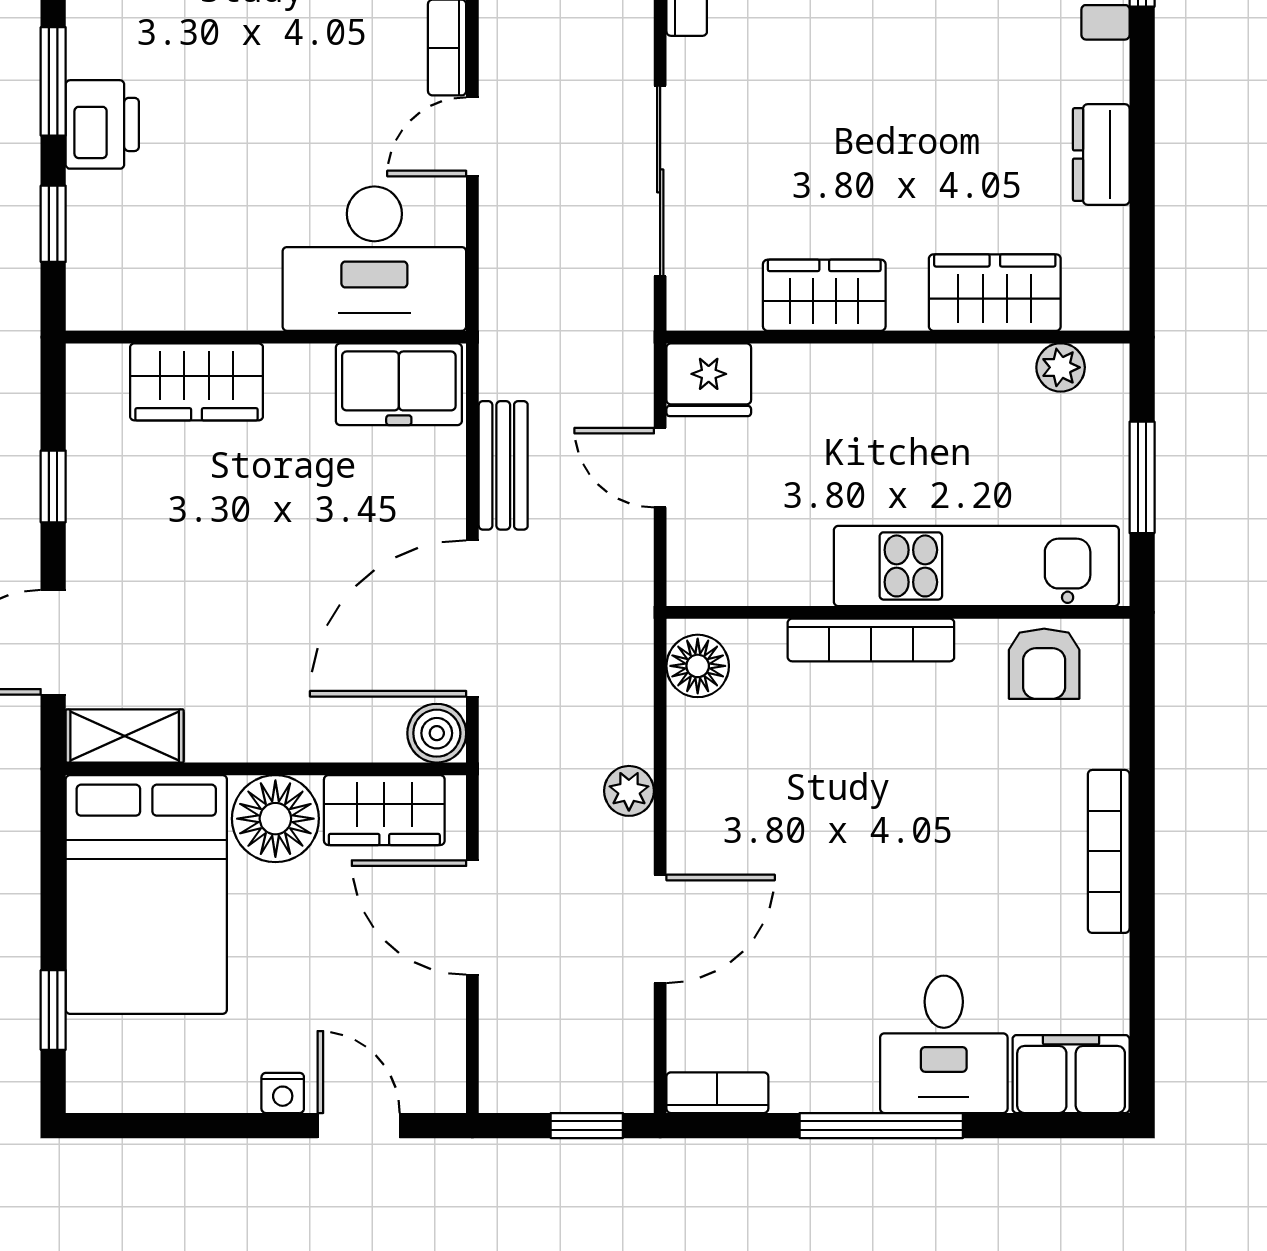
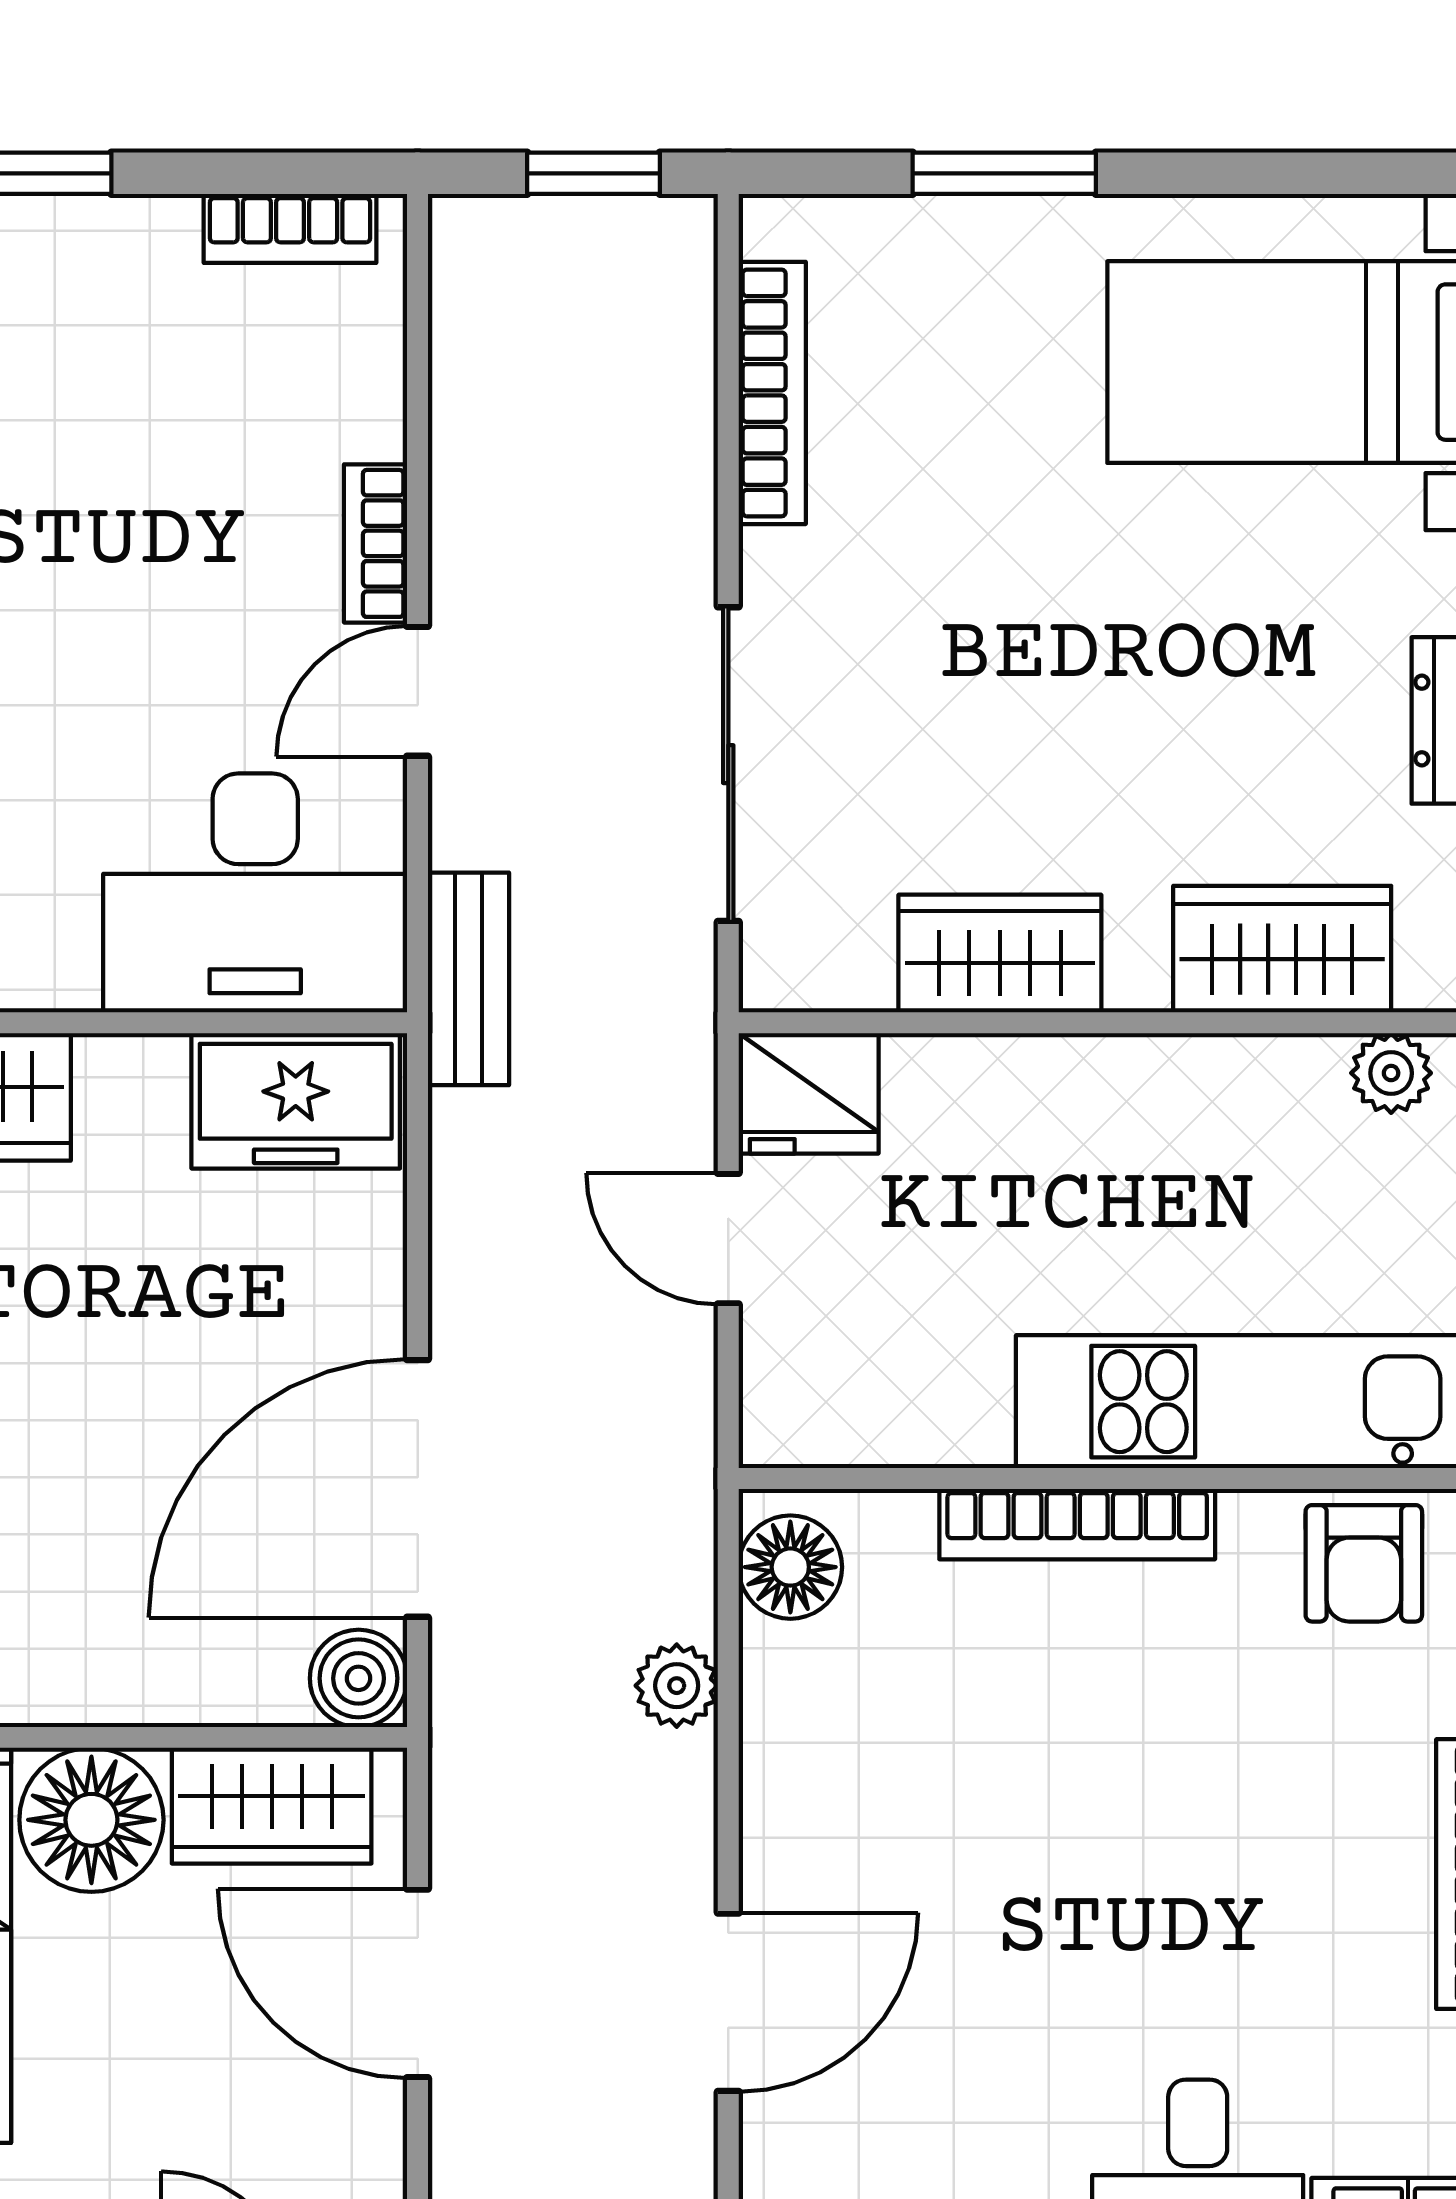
bench: (503, 465) -> (468, 979), moved
plant: (629, 791) -> (677, 1686), moved

